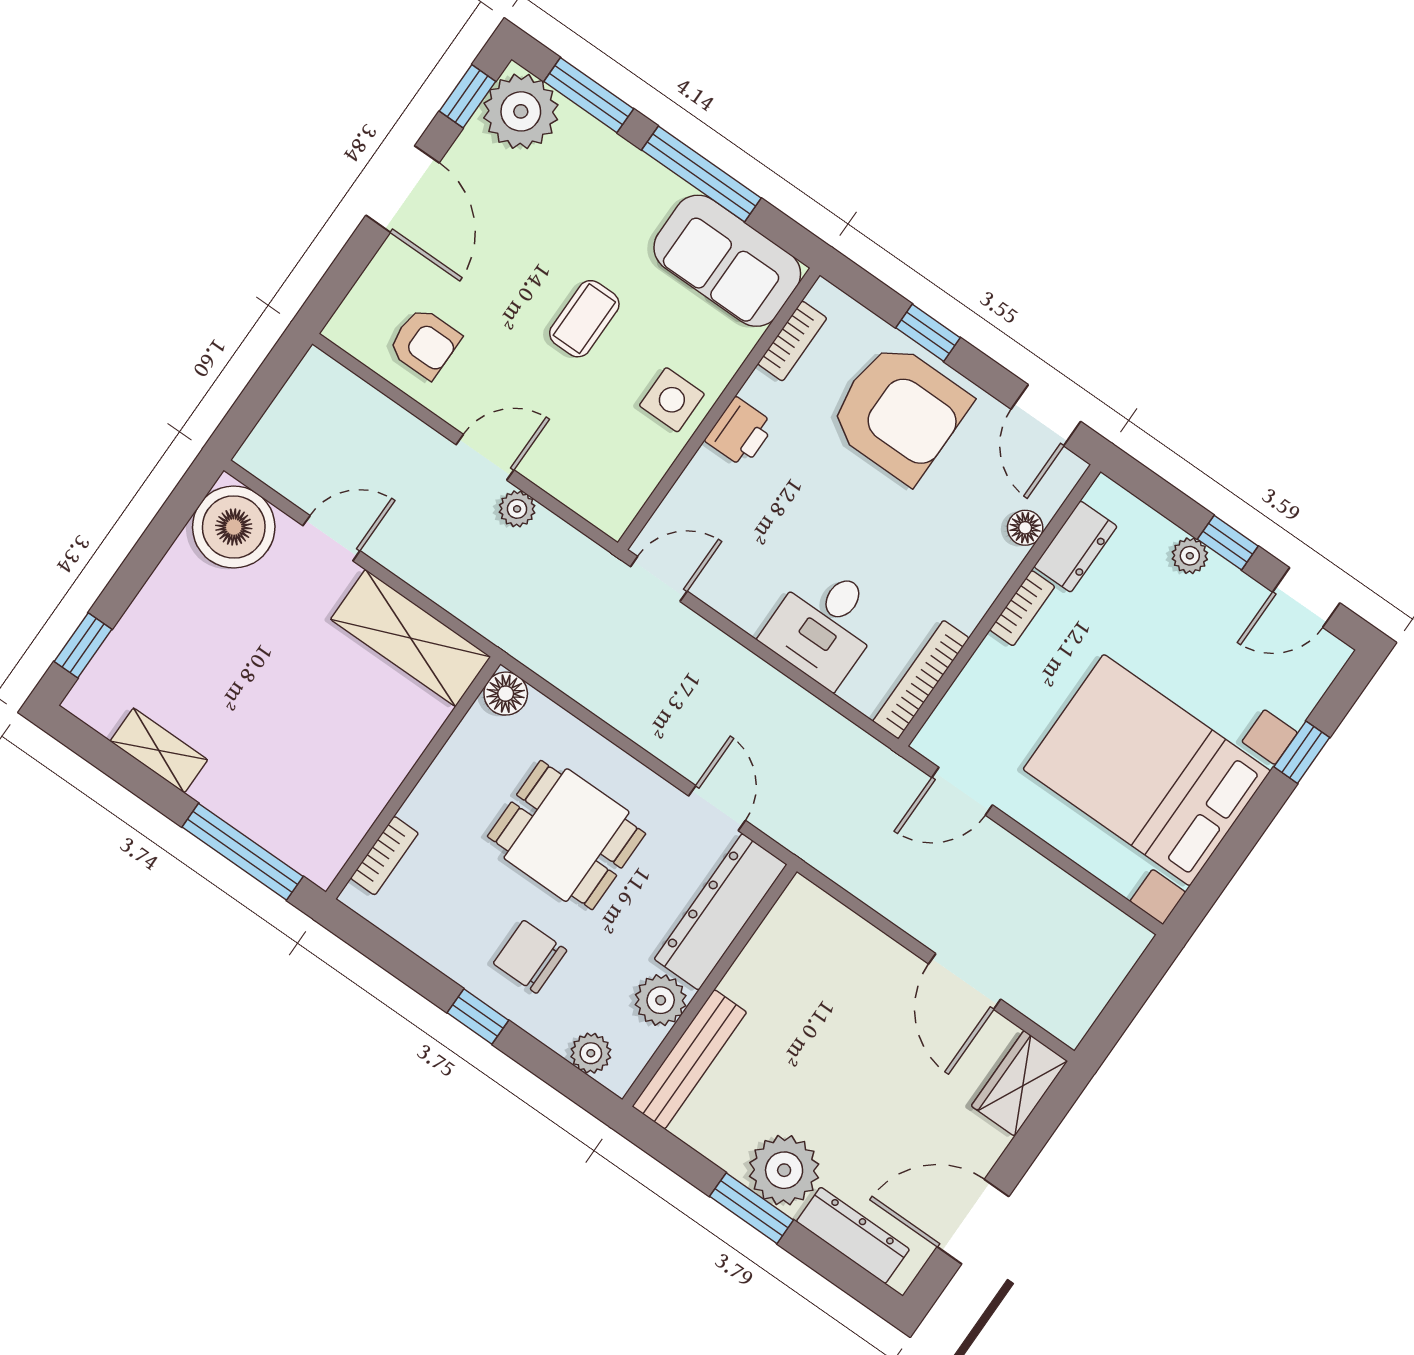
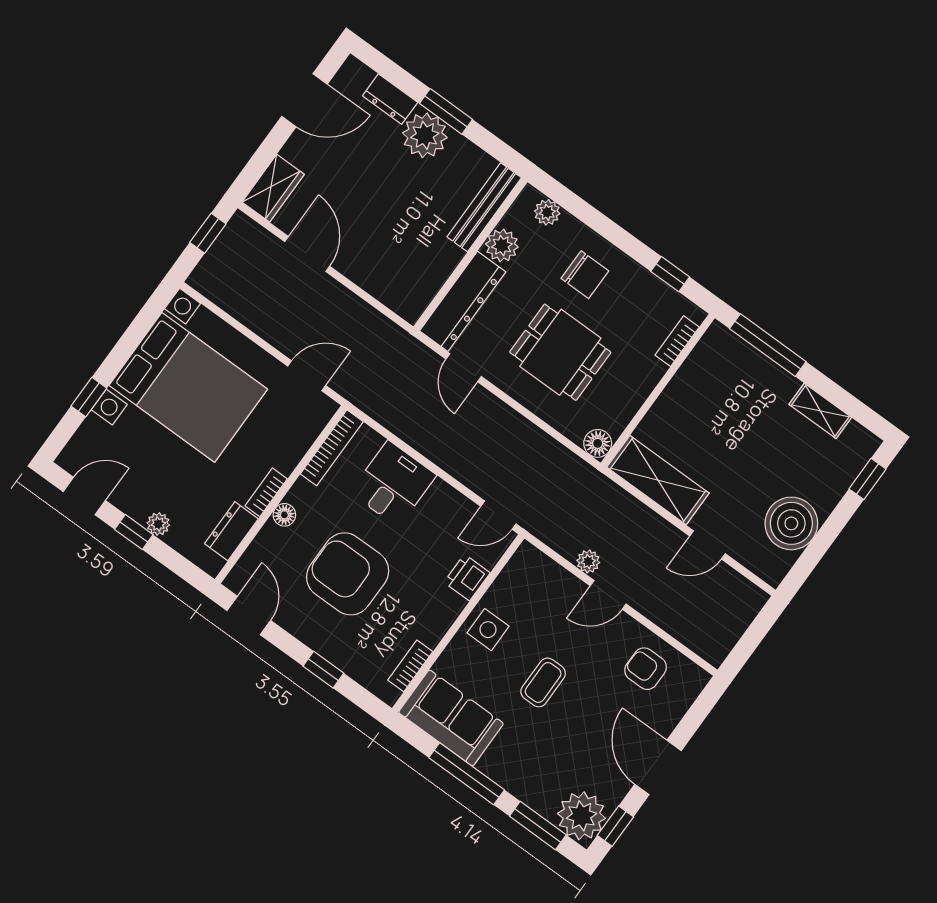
armchair: (899, 412) -> (348, 574), moved
printer: (740, 432) -> (467, 578), moved
boiler: (234, 527) -> (791, 523), moved
floor lamp: (1025, 528) -> (284, 515), moved
window: (1120, 1011) -> (208, 233), added
window: (478, 1016) -> (670, 274), moved
dresser: (853, 1235) -> (390, 99), width x0.70

